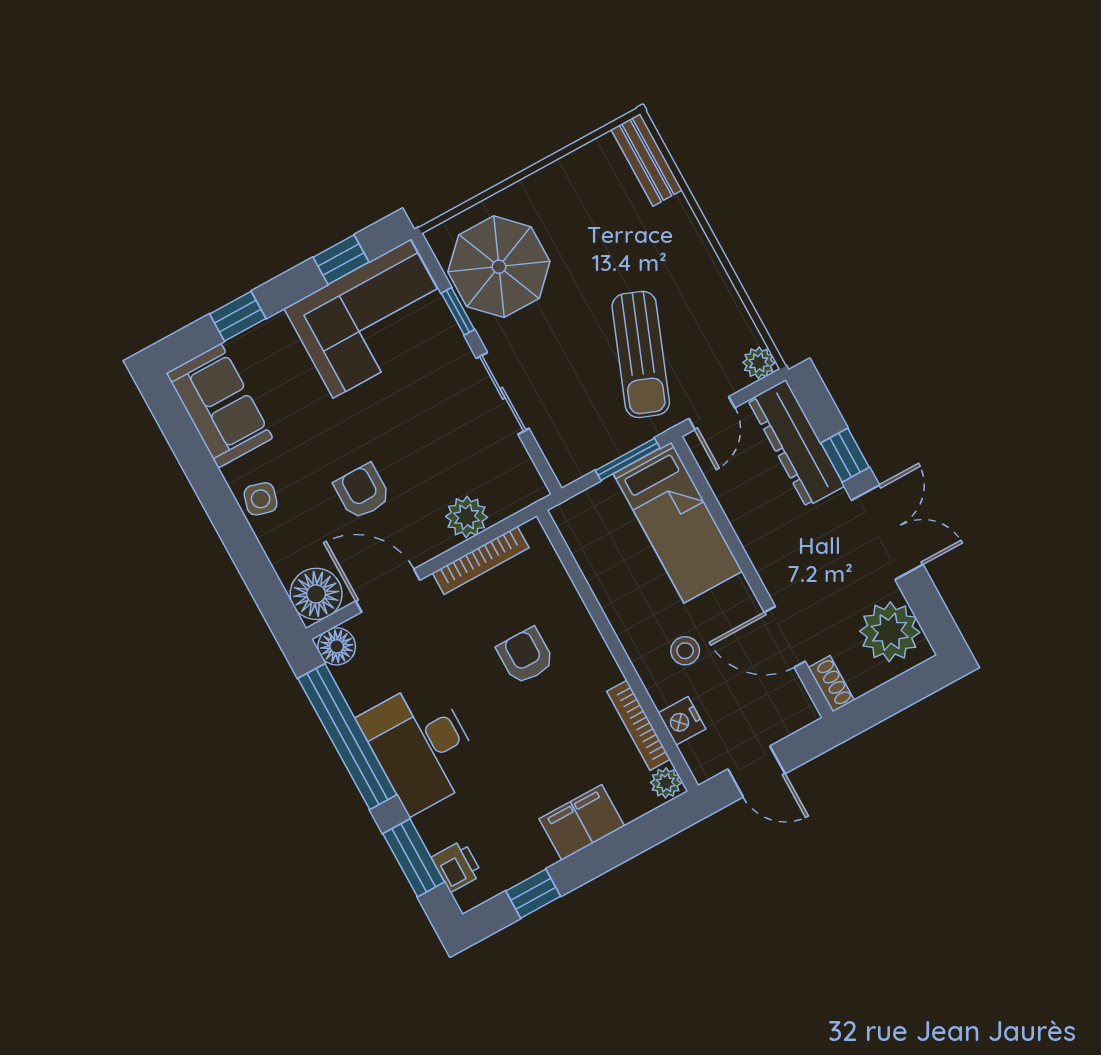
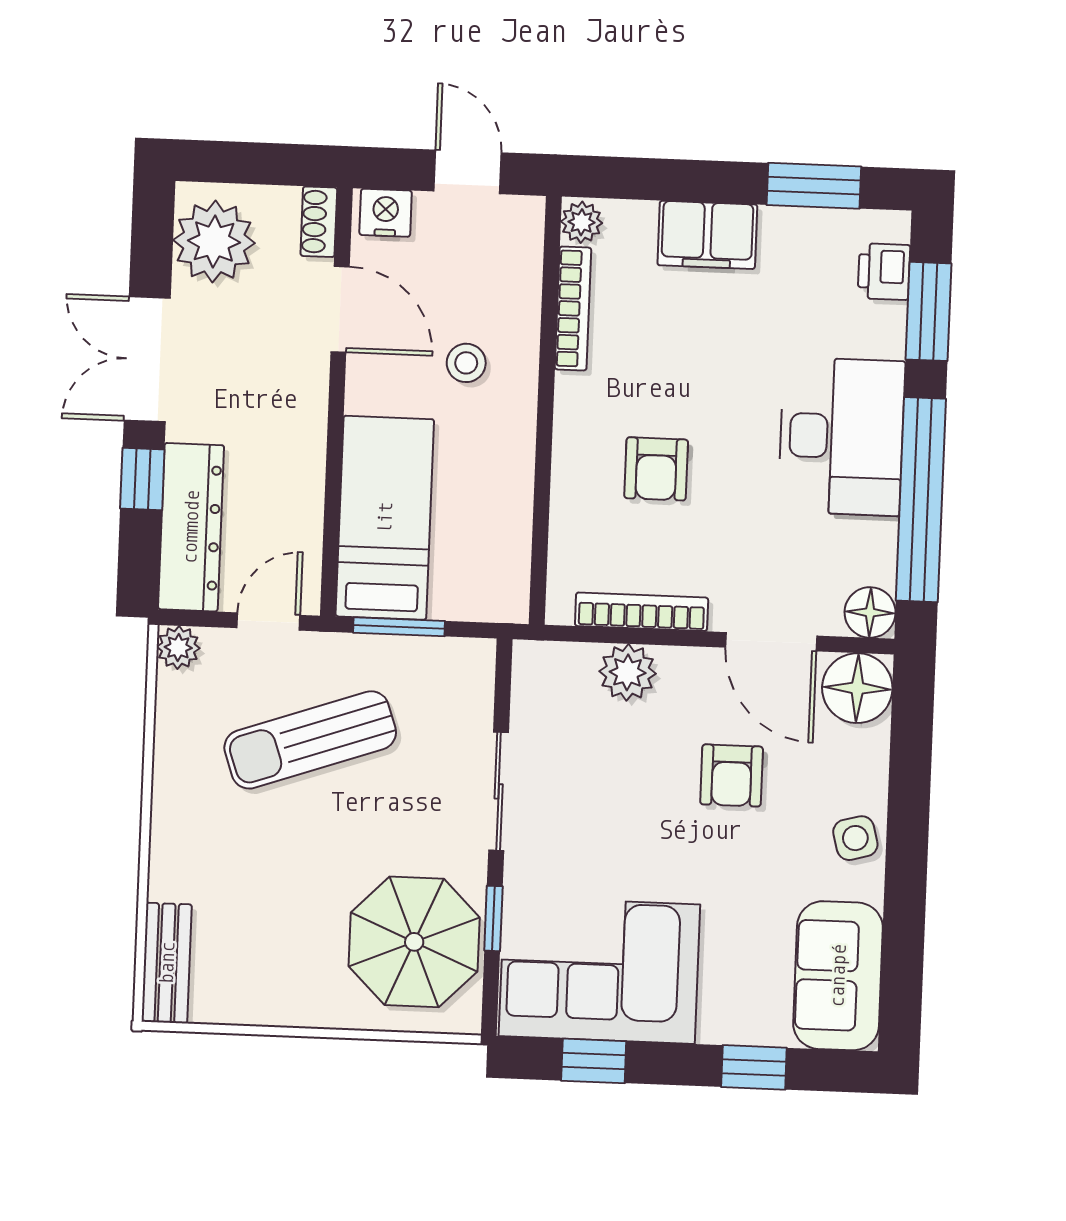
sun lounger: (641, 354) -> (310, 740), turned -130
side table: (261, 499) -> (855, 838), turned -31
nightstand: (682, 721) -> (386, 213), moved, turned -90
window: (533, 894) -> (814, 186), width x1.50

